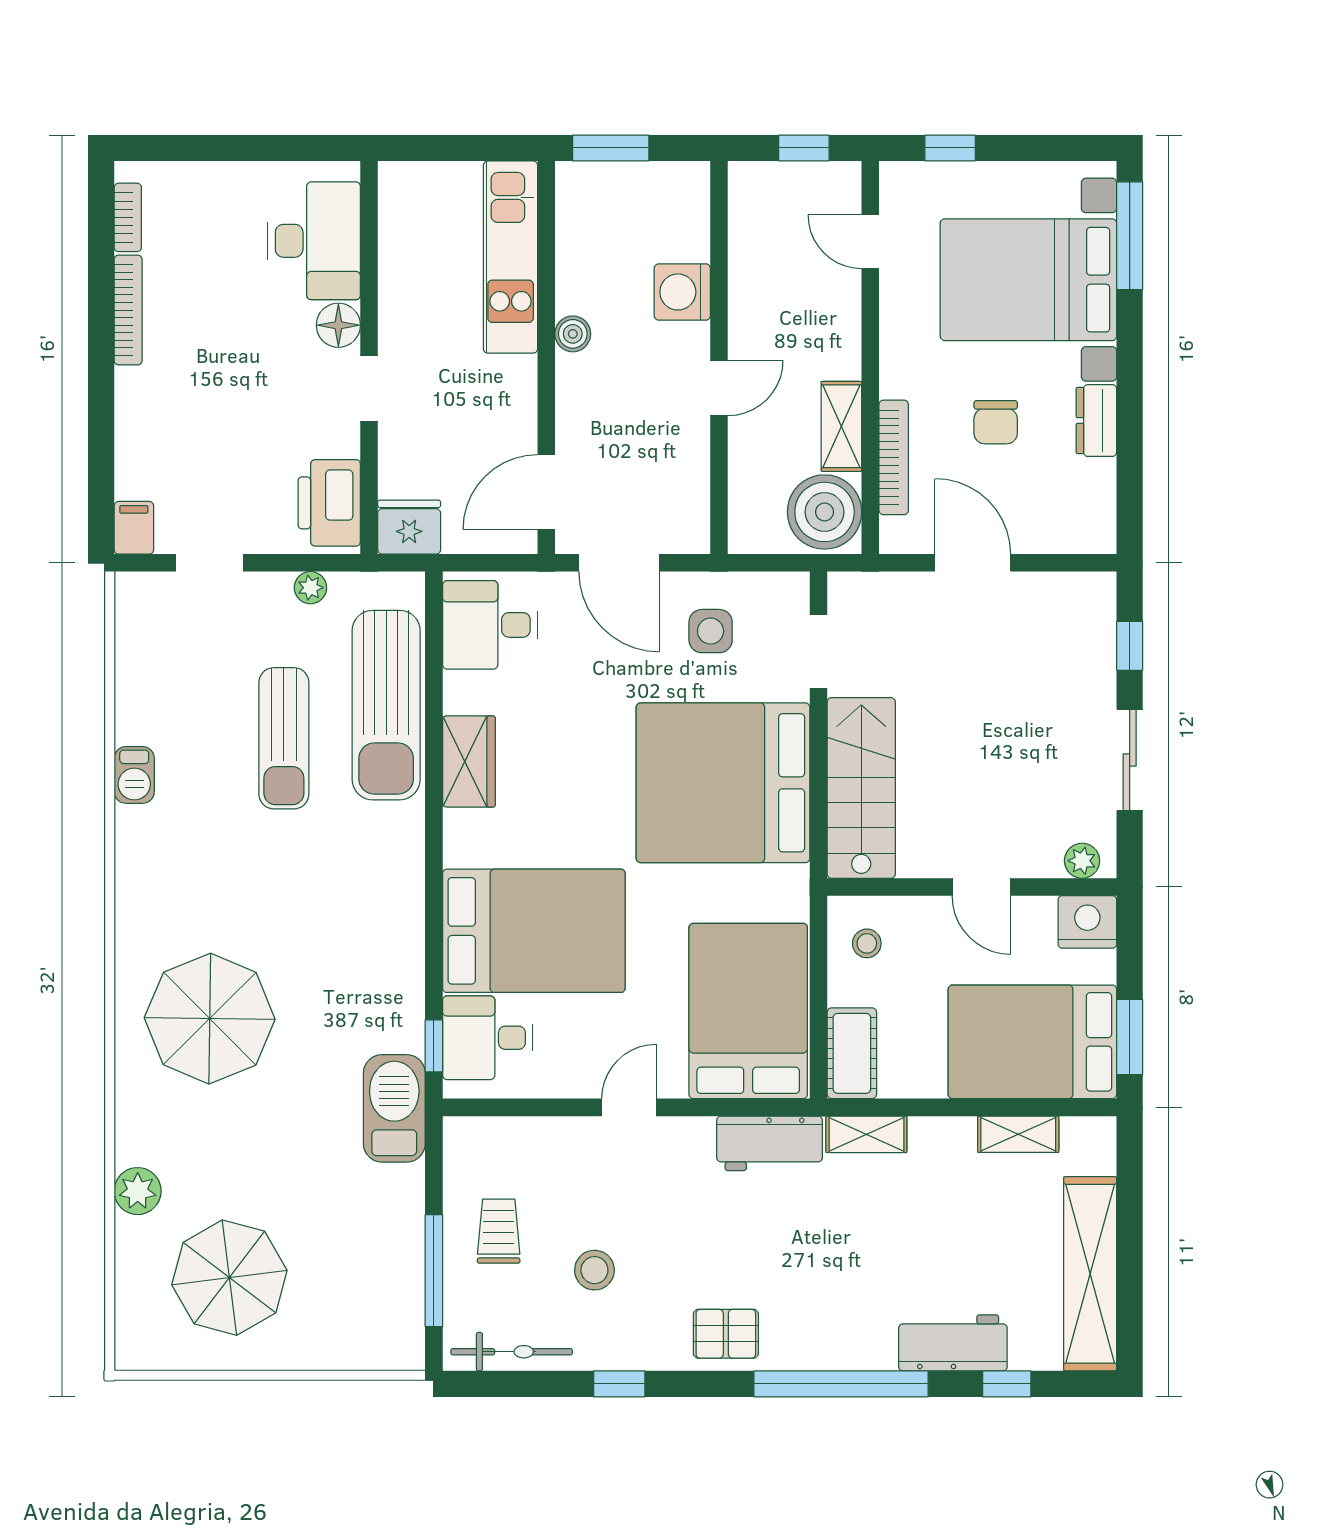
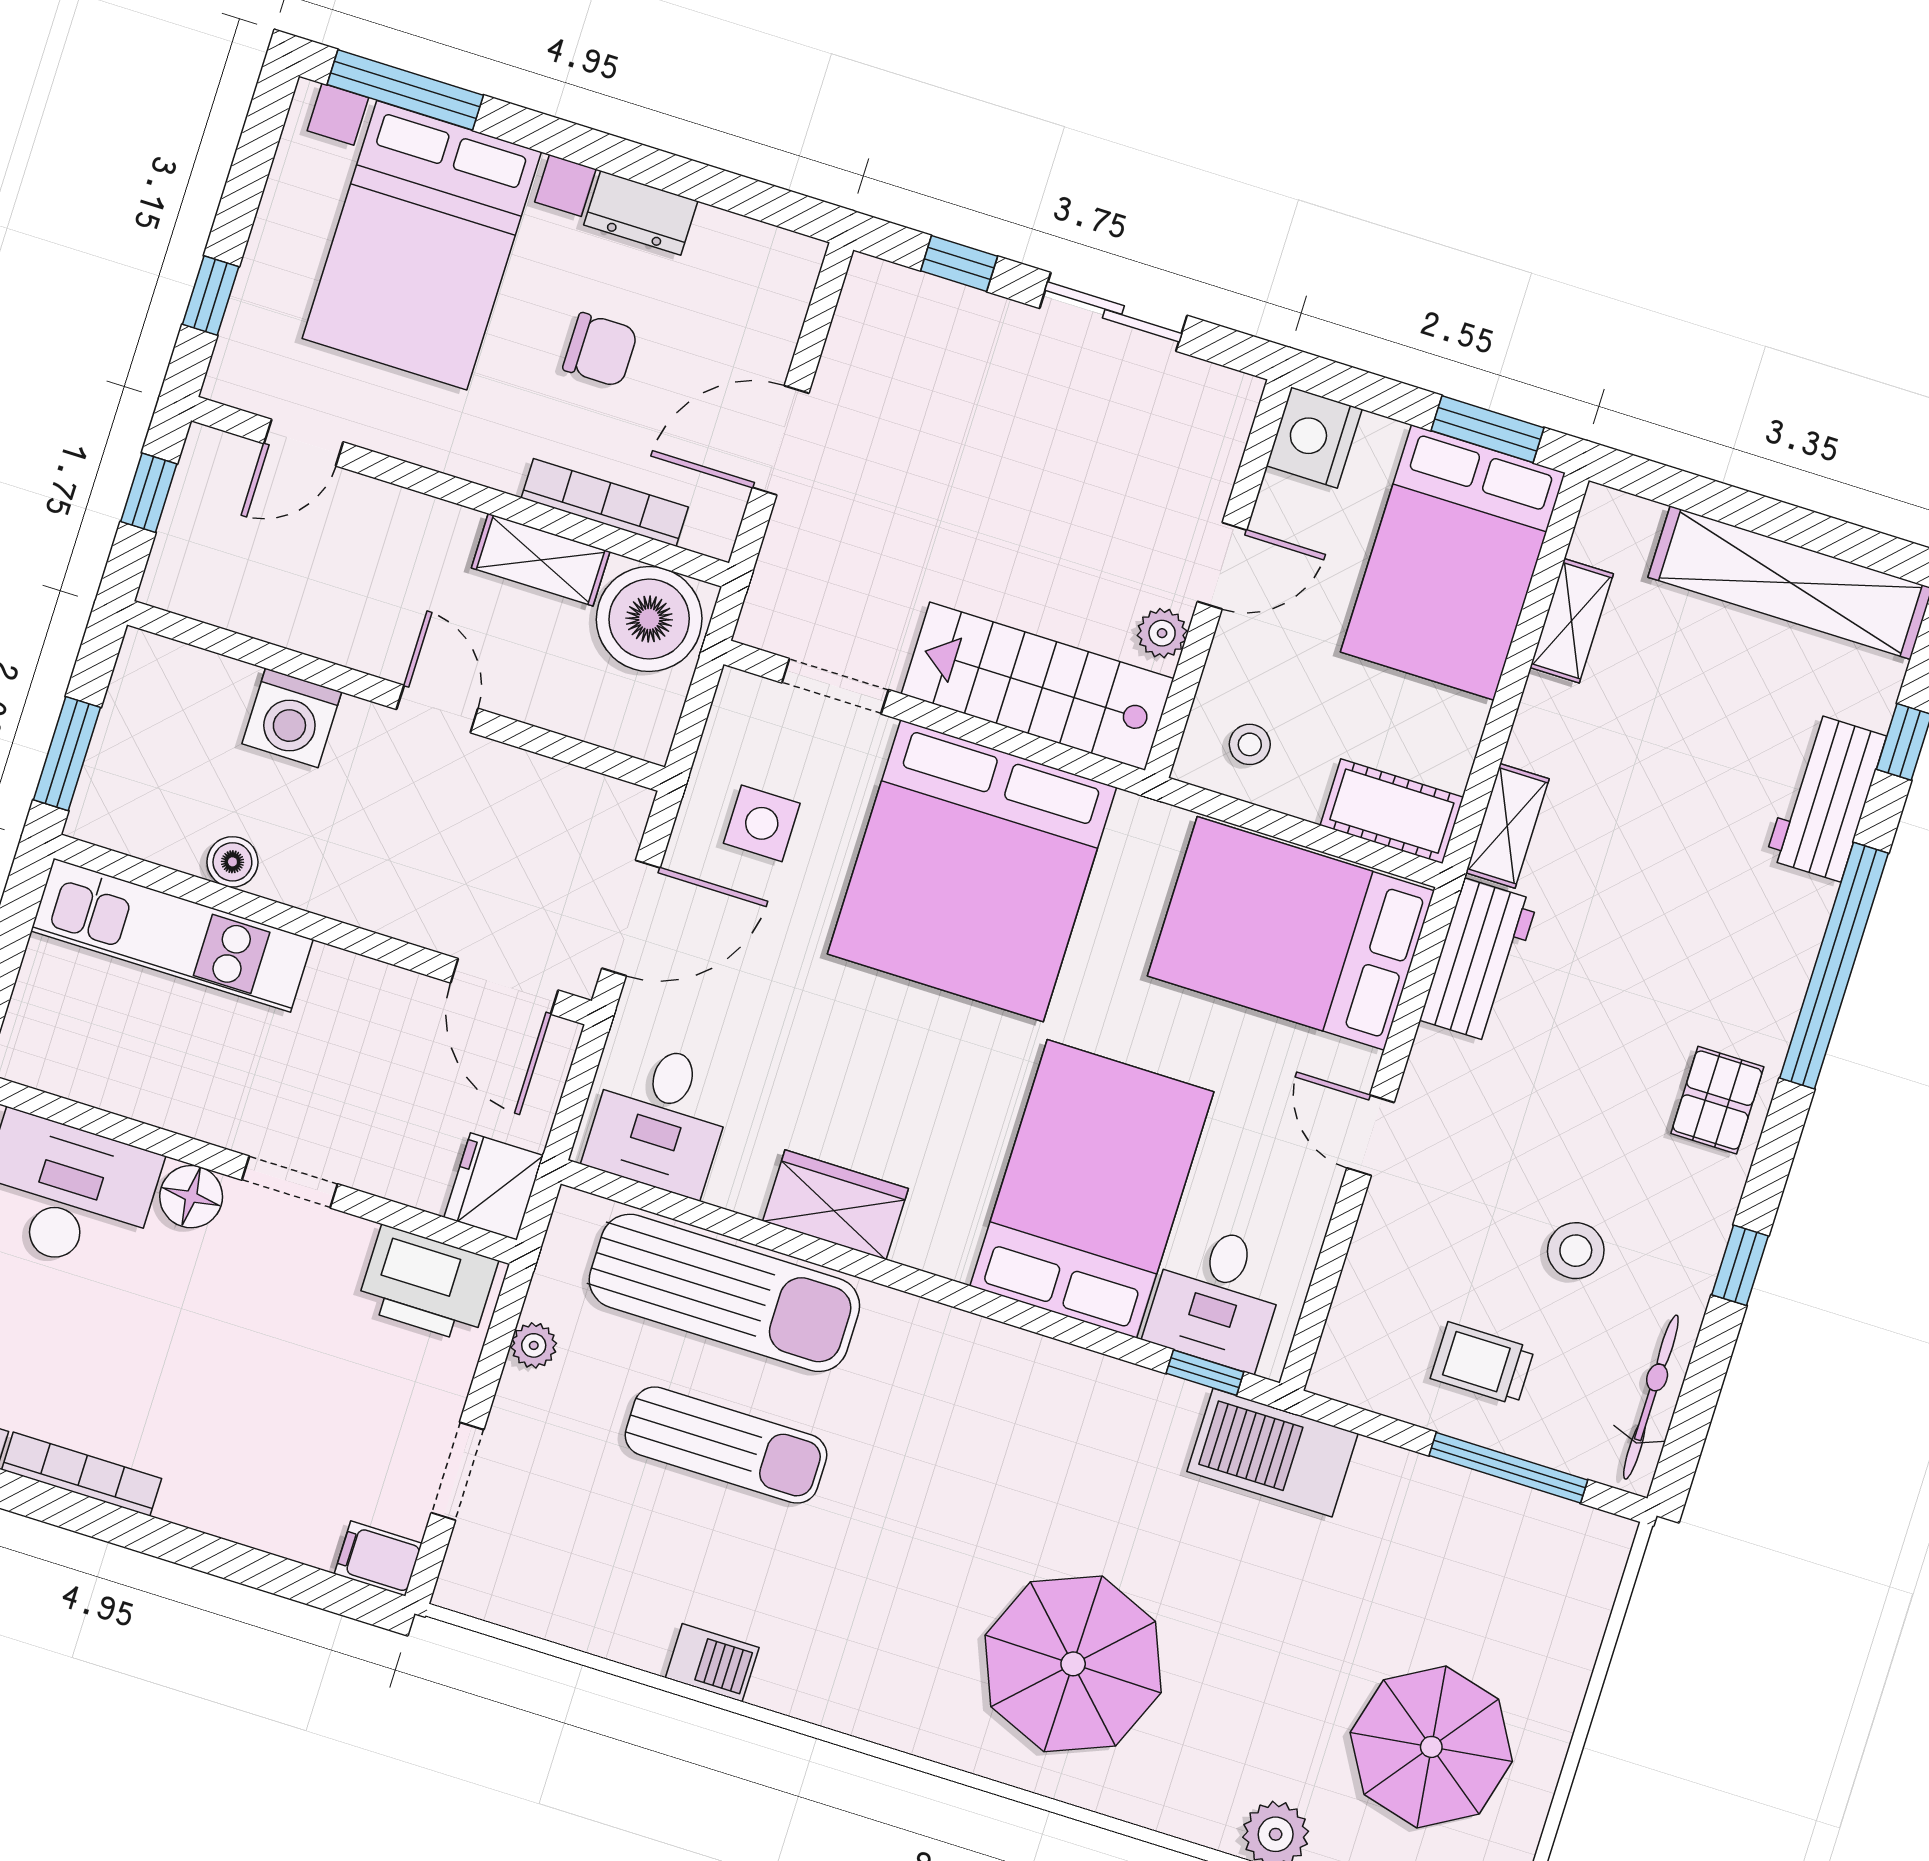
boiler: (573, 334) -> (232, 862), moved
plant: (1082, 861) -> (1162, 633), moved

